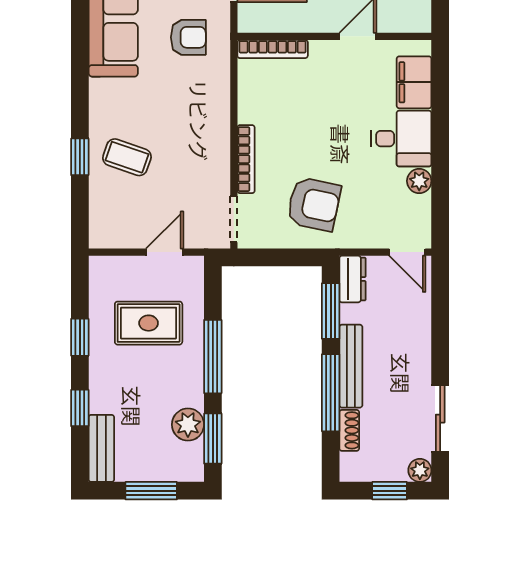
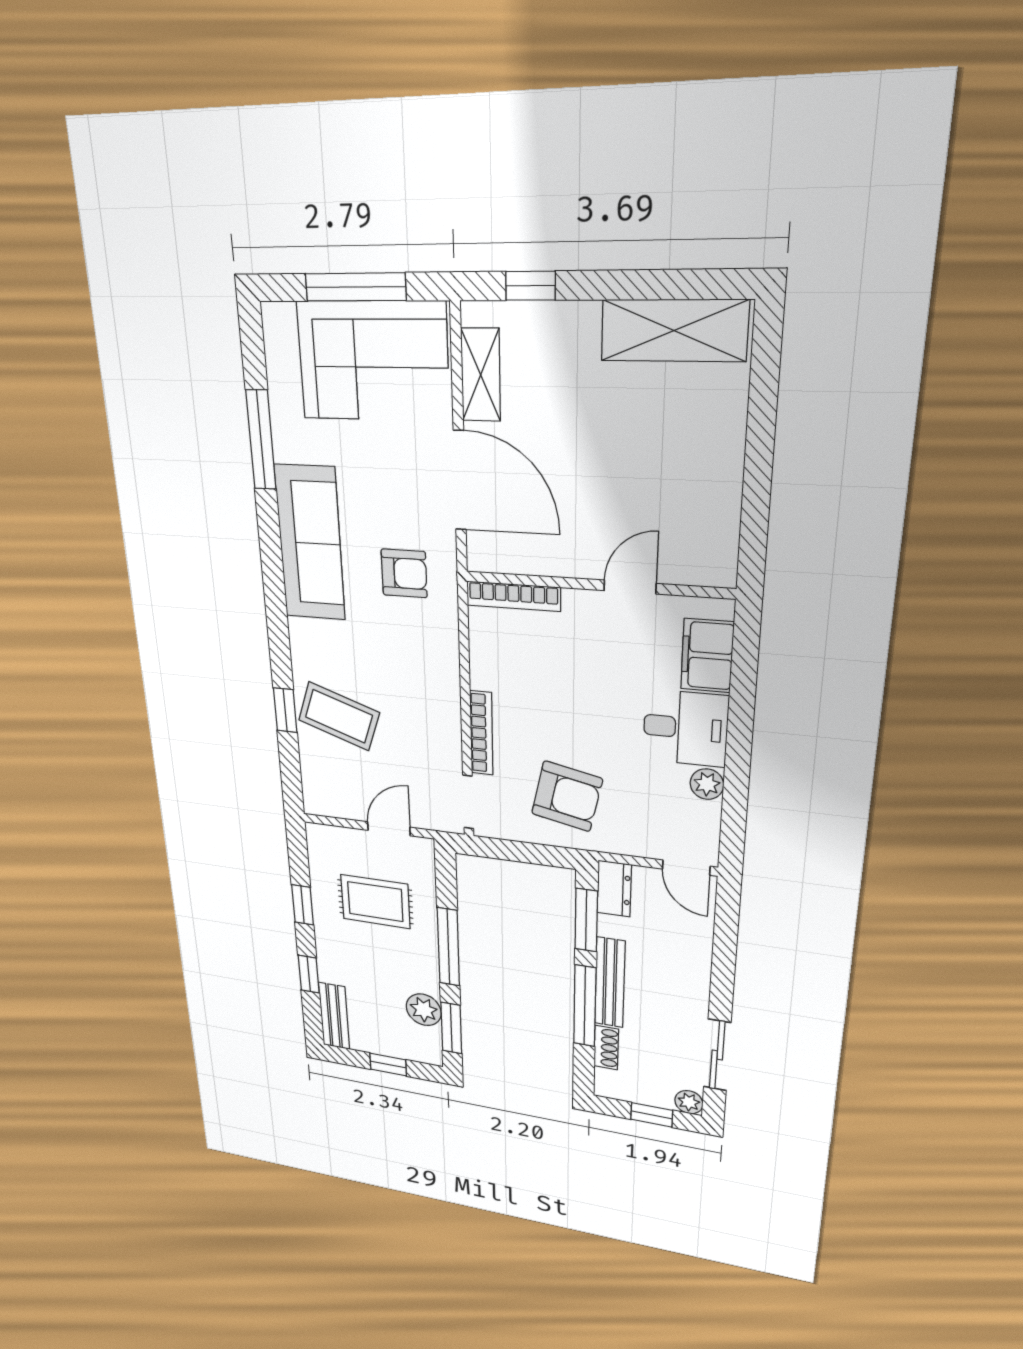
coffee table: (127, 157) -> (339, 716), width x1.36, depth x1.30
window: (151, 491) -> (388, 1065), width x0.67

